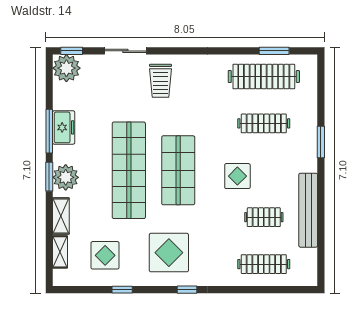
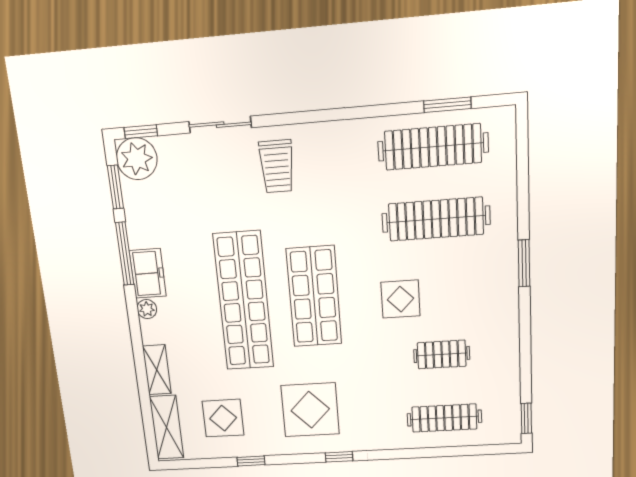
clothes rail: (264, 123) -> (436, 219), width x1.37, depth x1.31
freezer: (64, 127) -> (148, 273), moved
window: (321, 142) -> (524, 263), moved
window: (49, 177) -> (115, 187), moved
plant: (66, 177) -> (147, 309), width x0.53, depth x0.53
bench: (308, 210) -> (506, 341), removed
shelving: (60, 252) -> (167, 427), width x1.50, depth x1.33
window: (321, 267) -> (526, 418), added

